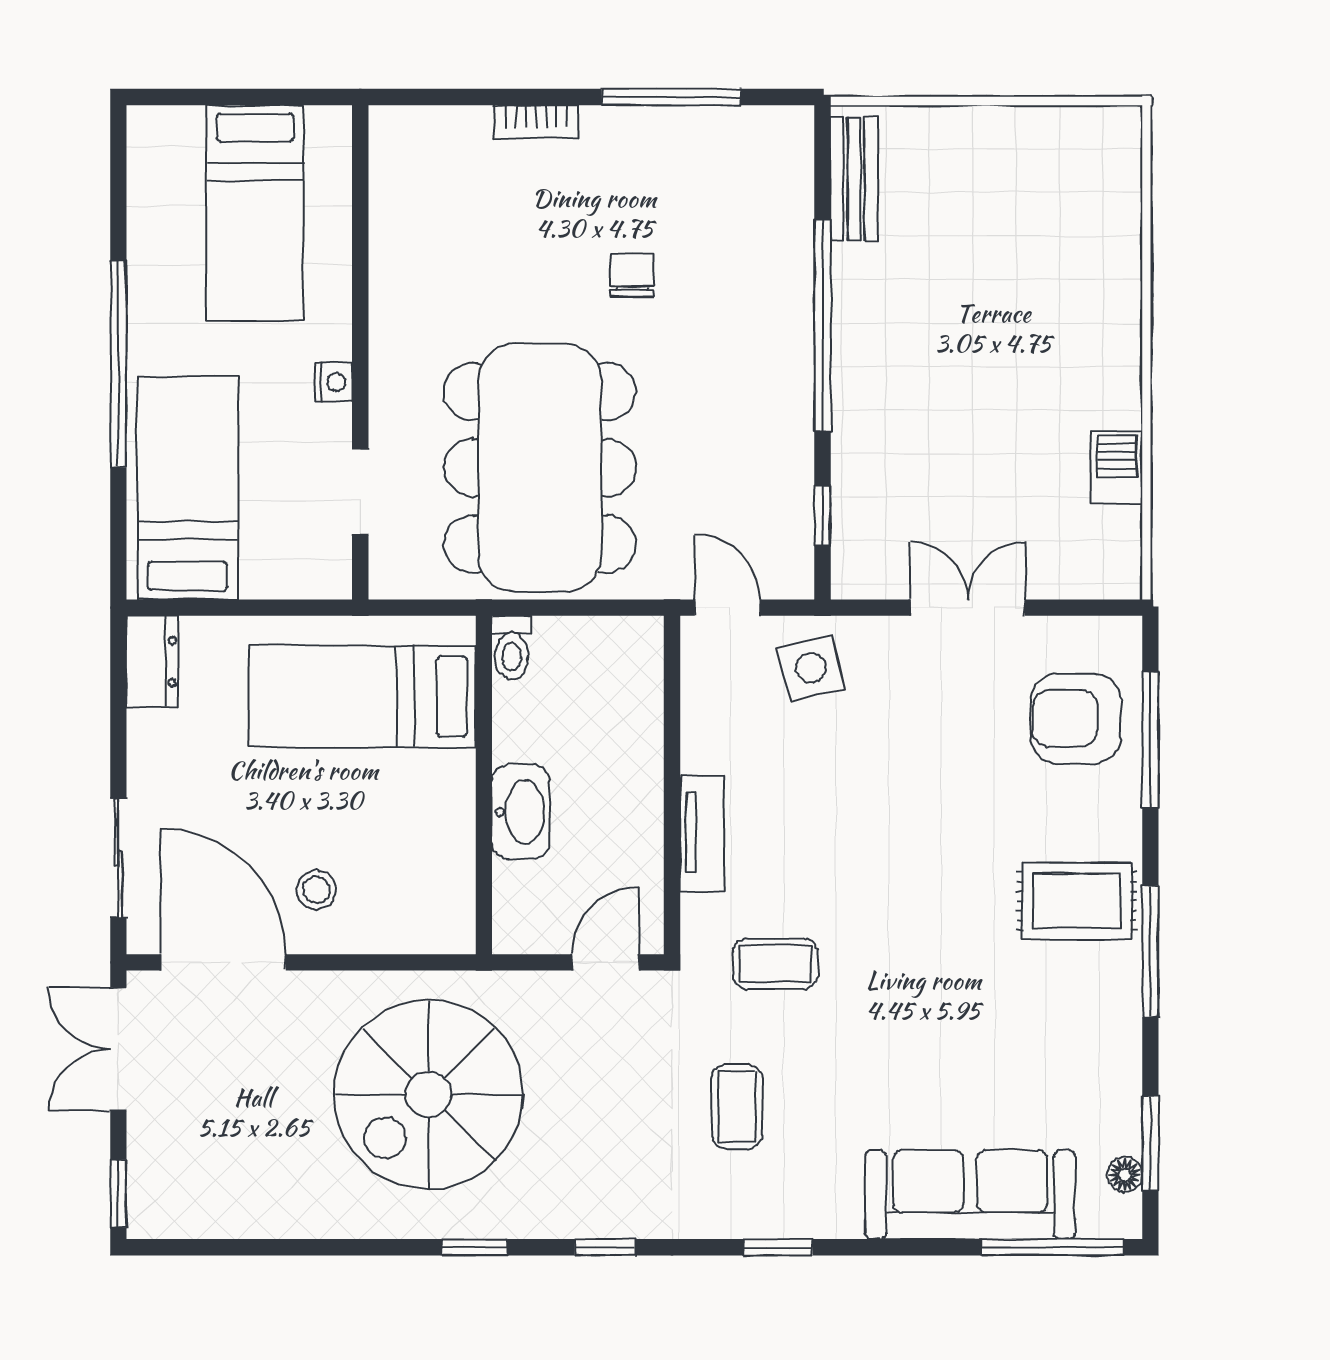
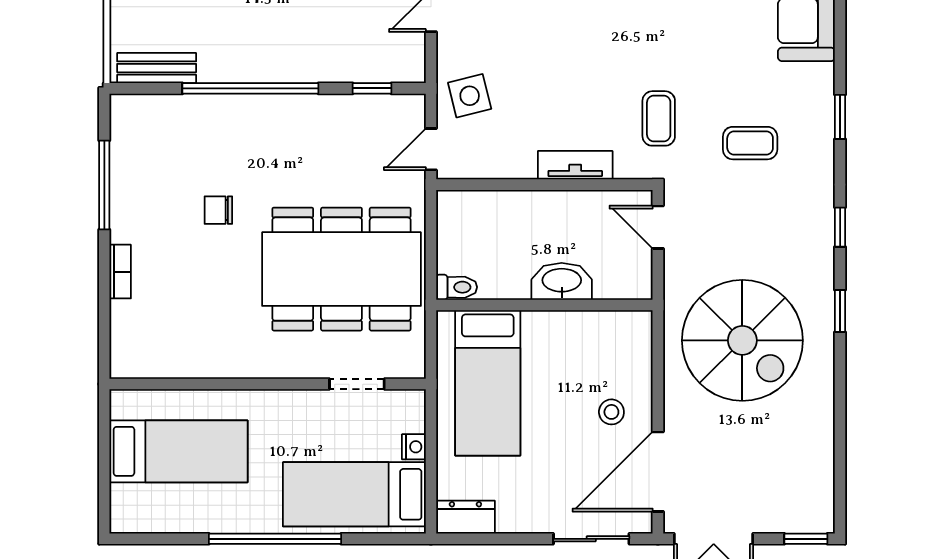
nightstand: (333, 382) -> (414, 447), moved, turned 90

